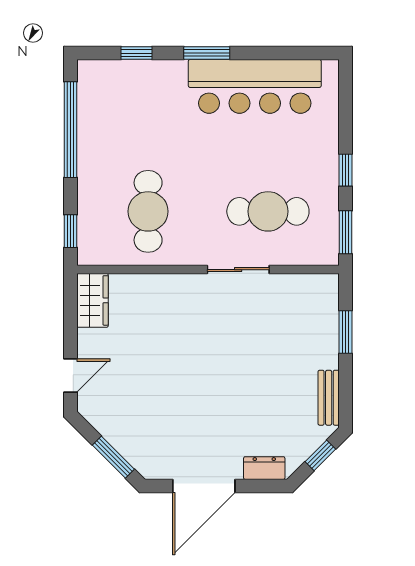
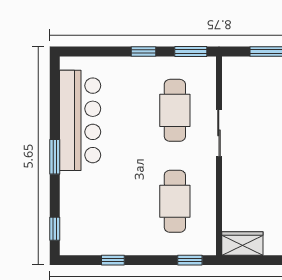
window: (137, 53) -> (55, 229), moved
window: (70, 130) -> (113, 260), width x0.32
cafe table: (148, 211) -> (175, 201), turned 90

